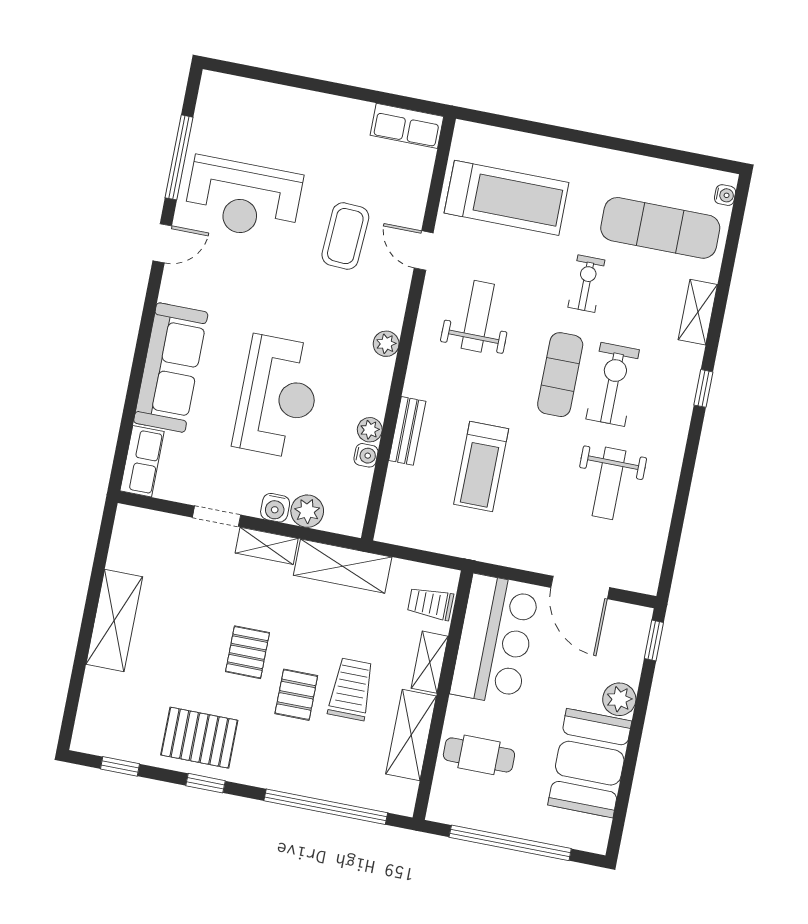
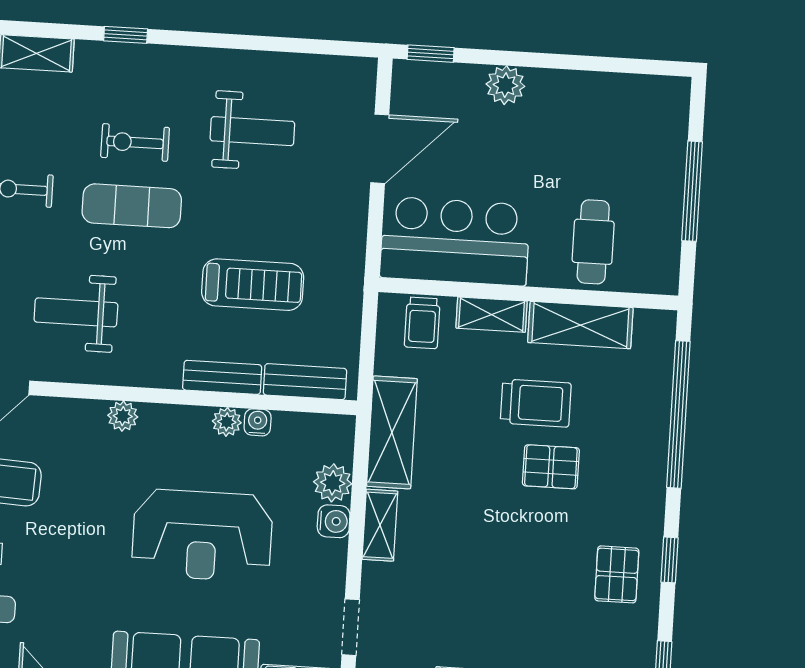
exercise bike: (613, 384) -> (135, 142), width x0.73, depth x0.72
reception desk: (278, 397) -> (202, 535), turned 180
bench: (395, 499) -> (305, 382), added
doorway: (217, 516) -> (351, 627), moved
pallet: (247, 652) -> (508, 531), removed
trolley: (351, 689) -> (536, 403), turned 180
pallet: (199, 738) -> (617, 574), width x0.67, depth x0.71
booth: (590, 763) -> (585, 110), removed
window: (510, 843) -> (692, 191), width x0.68

